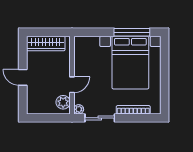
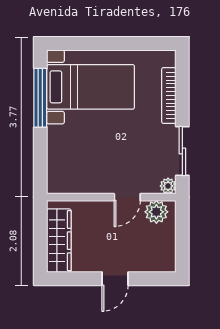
bed with nightstands: (130, 63) -> (91, 87), width x0.73
door: (72, 85) -> (127, 197), swing flipped

